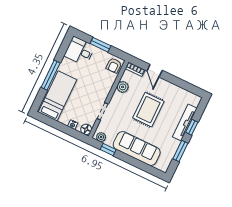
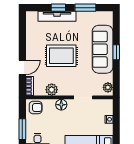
floor lamp: (86, 129) -> (61, 105), moved
window: (108, 150) -> (116, 52), moved

